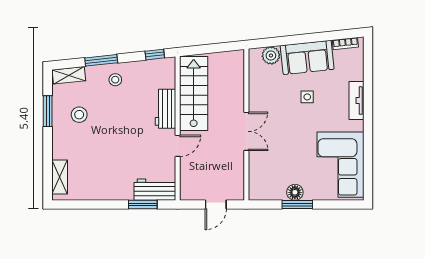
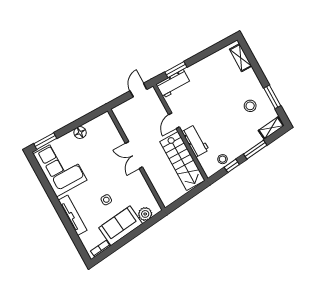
window: (155, 55) -> (232, 166), moved
stool: (115, 80) -> (223, 159), moved
tv unit: (356, 101) -> (73, 215), width x1.41
door: (216, 205) -> (138, 90), moved
window: (297, 205) -> (45, 141), moved

